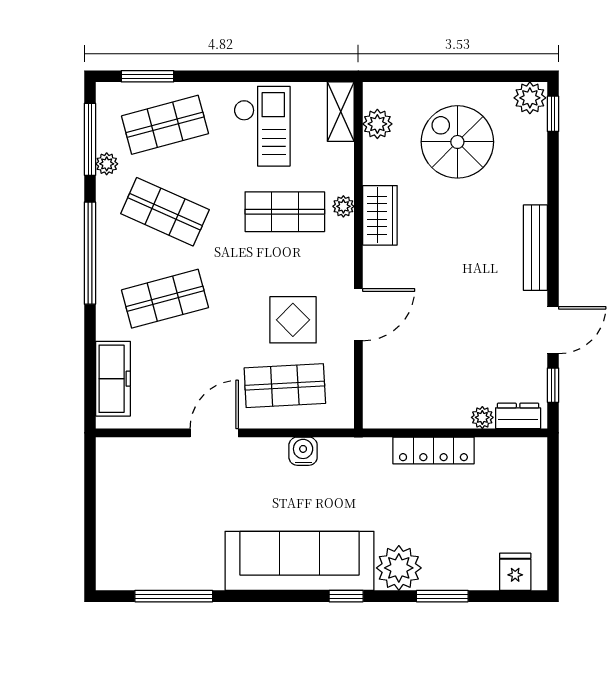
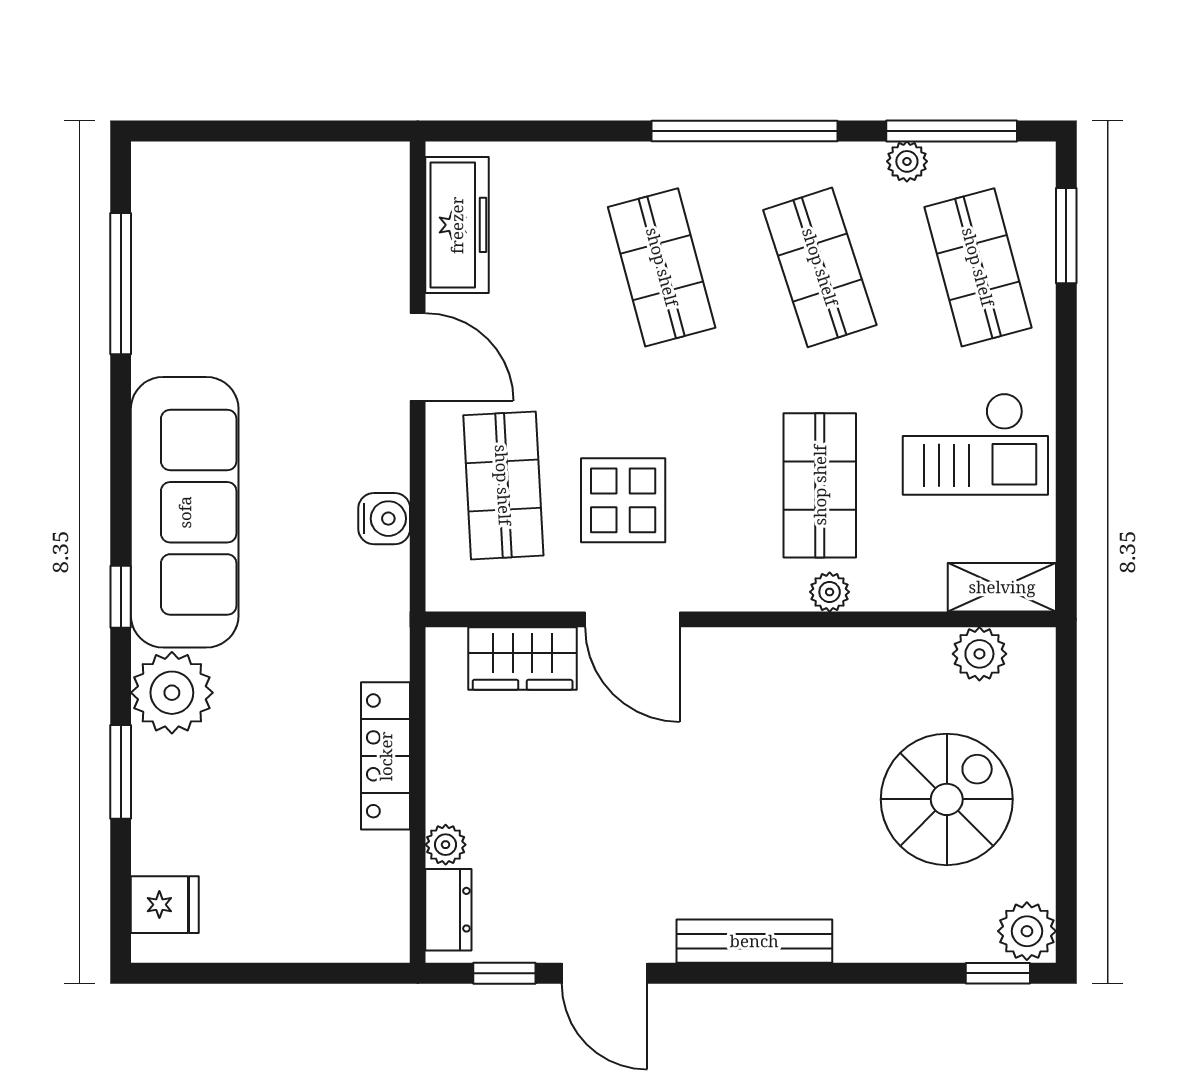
shop shelf: (165, 212) -> (820, 267), turned -42
wardrobe: (380, 215) -> (523, 658), moved
freezer: (113, 379) -> (457, 225), moved, turned -90

